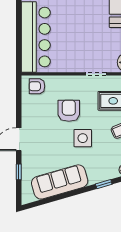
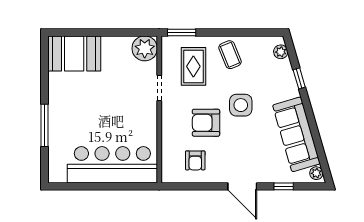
armchair: (37, 86) -> (195, 160), moved
plant: (29, 198) -> (316, 173), added

